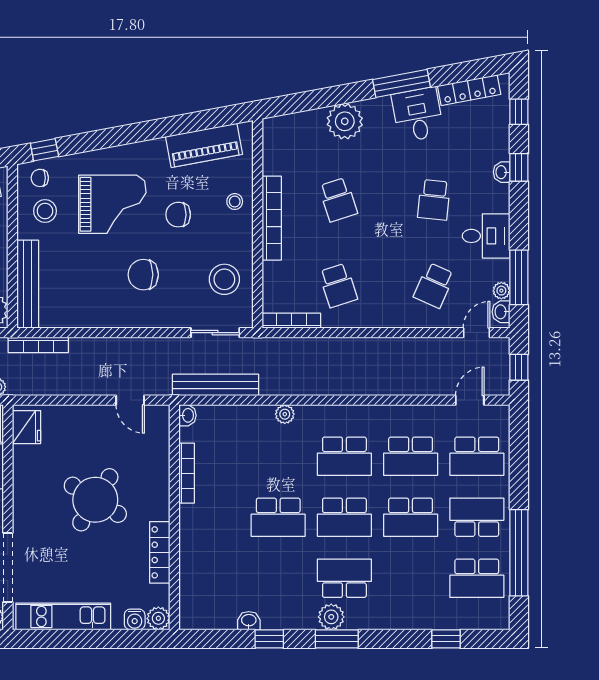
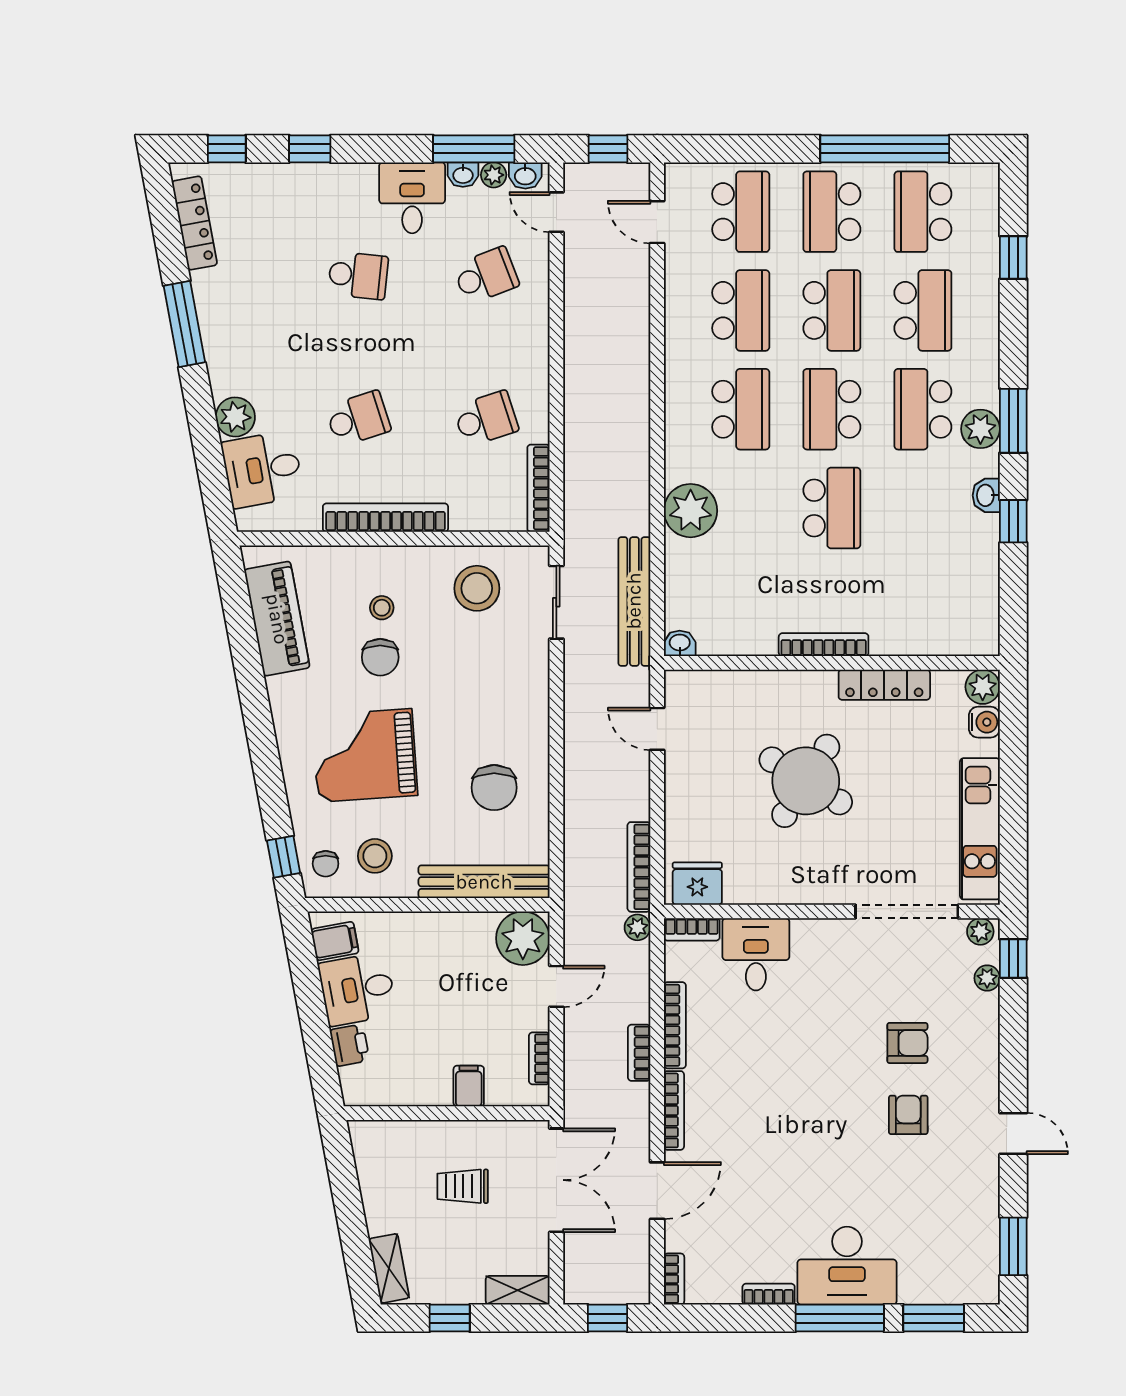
desk: (418, 115) -> (263, 469), moved
plant: (345, 121) -> (235, 417), width x0.73, depth x0.73
washbasin: (502, 172) -> (463, 175), moved
stool: (235, 202) -> (382, 608), moved
grand piano: (112, 204) -> (365, 755), turned -94
chair: (143, 275) -> (494, 788), moved
school desk: (434, 285) -> (486, 276), turned -45
bookcase: (38, 345) -> (639, 867), moved, turned 180
door: (130, 400) -> (657, 729), swing flipped
plant: (285, 414) -> (691, 511), width x1.88, depth x1.88
bookcase: (187, 473) -> (824, 645), moved
school desk: (344, 517) -> (832, 409), turned 180
school desk: (411, 578) -> (923, 310), added
school desk: (477, 578) -> (923, 212), turned 180
washbasin: (249, 621) -> (986, 495), moved

